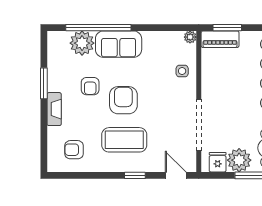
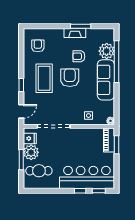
sofa: (119, 44) -> (106, 80), width x1.36
armchair: (123, 100) -> (70, 78), turned -90
fireplace: (54, 109) -> (75, 33), moved

